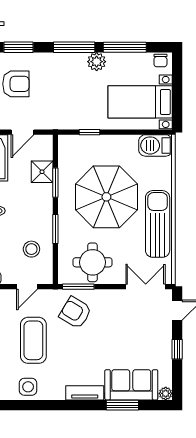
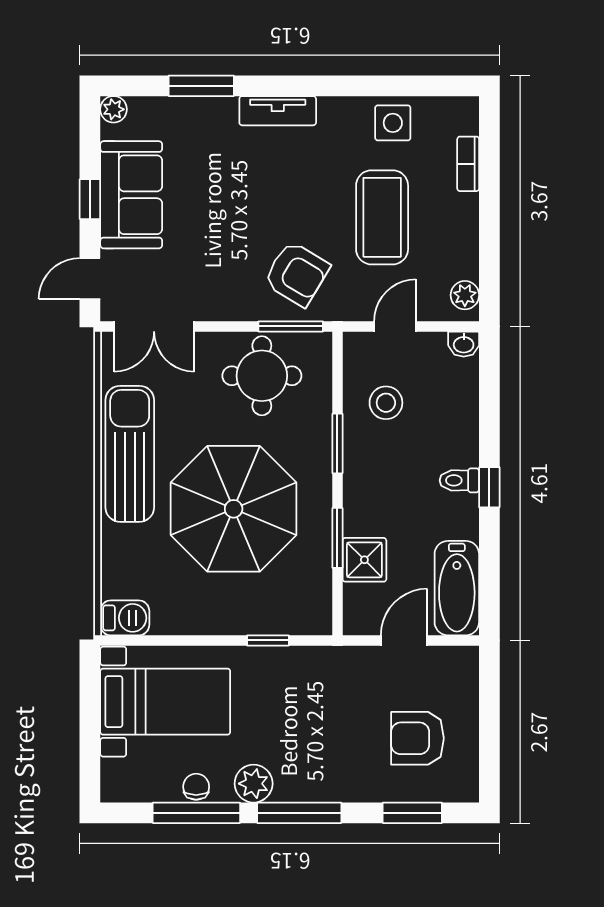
chair: (160, 61) -> (196, 787), moved
barbecue: (155, 145) -> (125, 618), width x0.73, depth x0.79
sun lounger: (158, 224) -> (130, 454), turned 180
sofa: (131, 385) -> (131, 195), moved, turned -90

